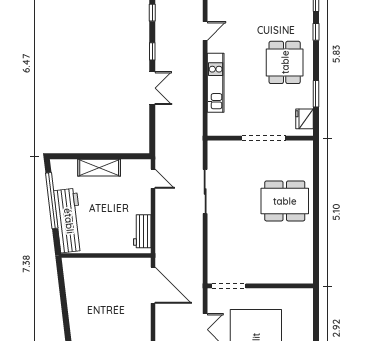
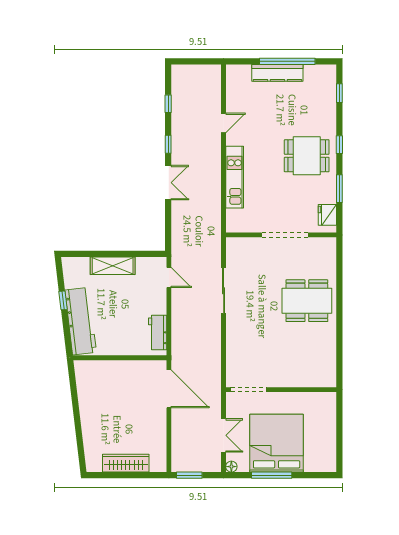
window: (316, 32) -> (339, 145), moved
dining table: (285, 62) -> (307, 156), turned 90
window: (52, 201) -> (63, 300), width x0.32

